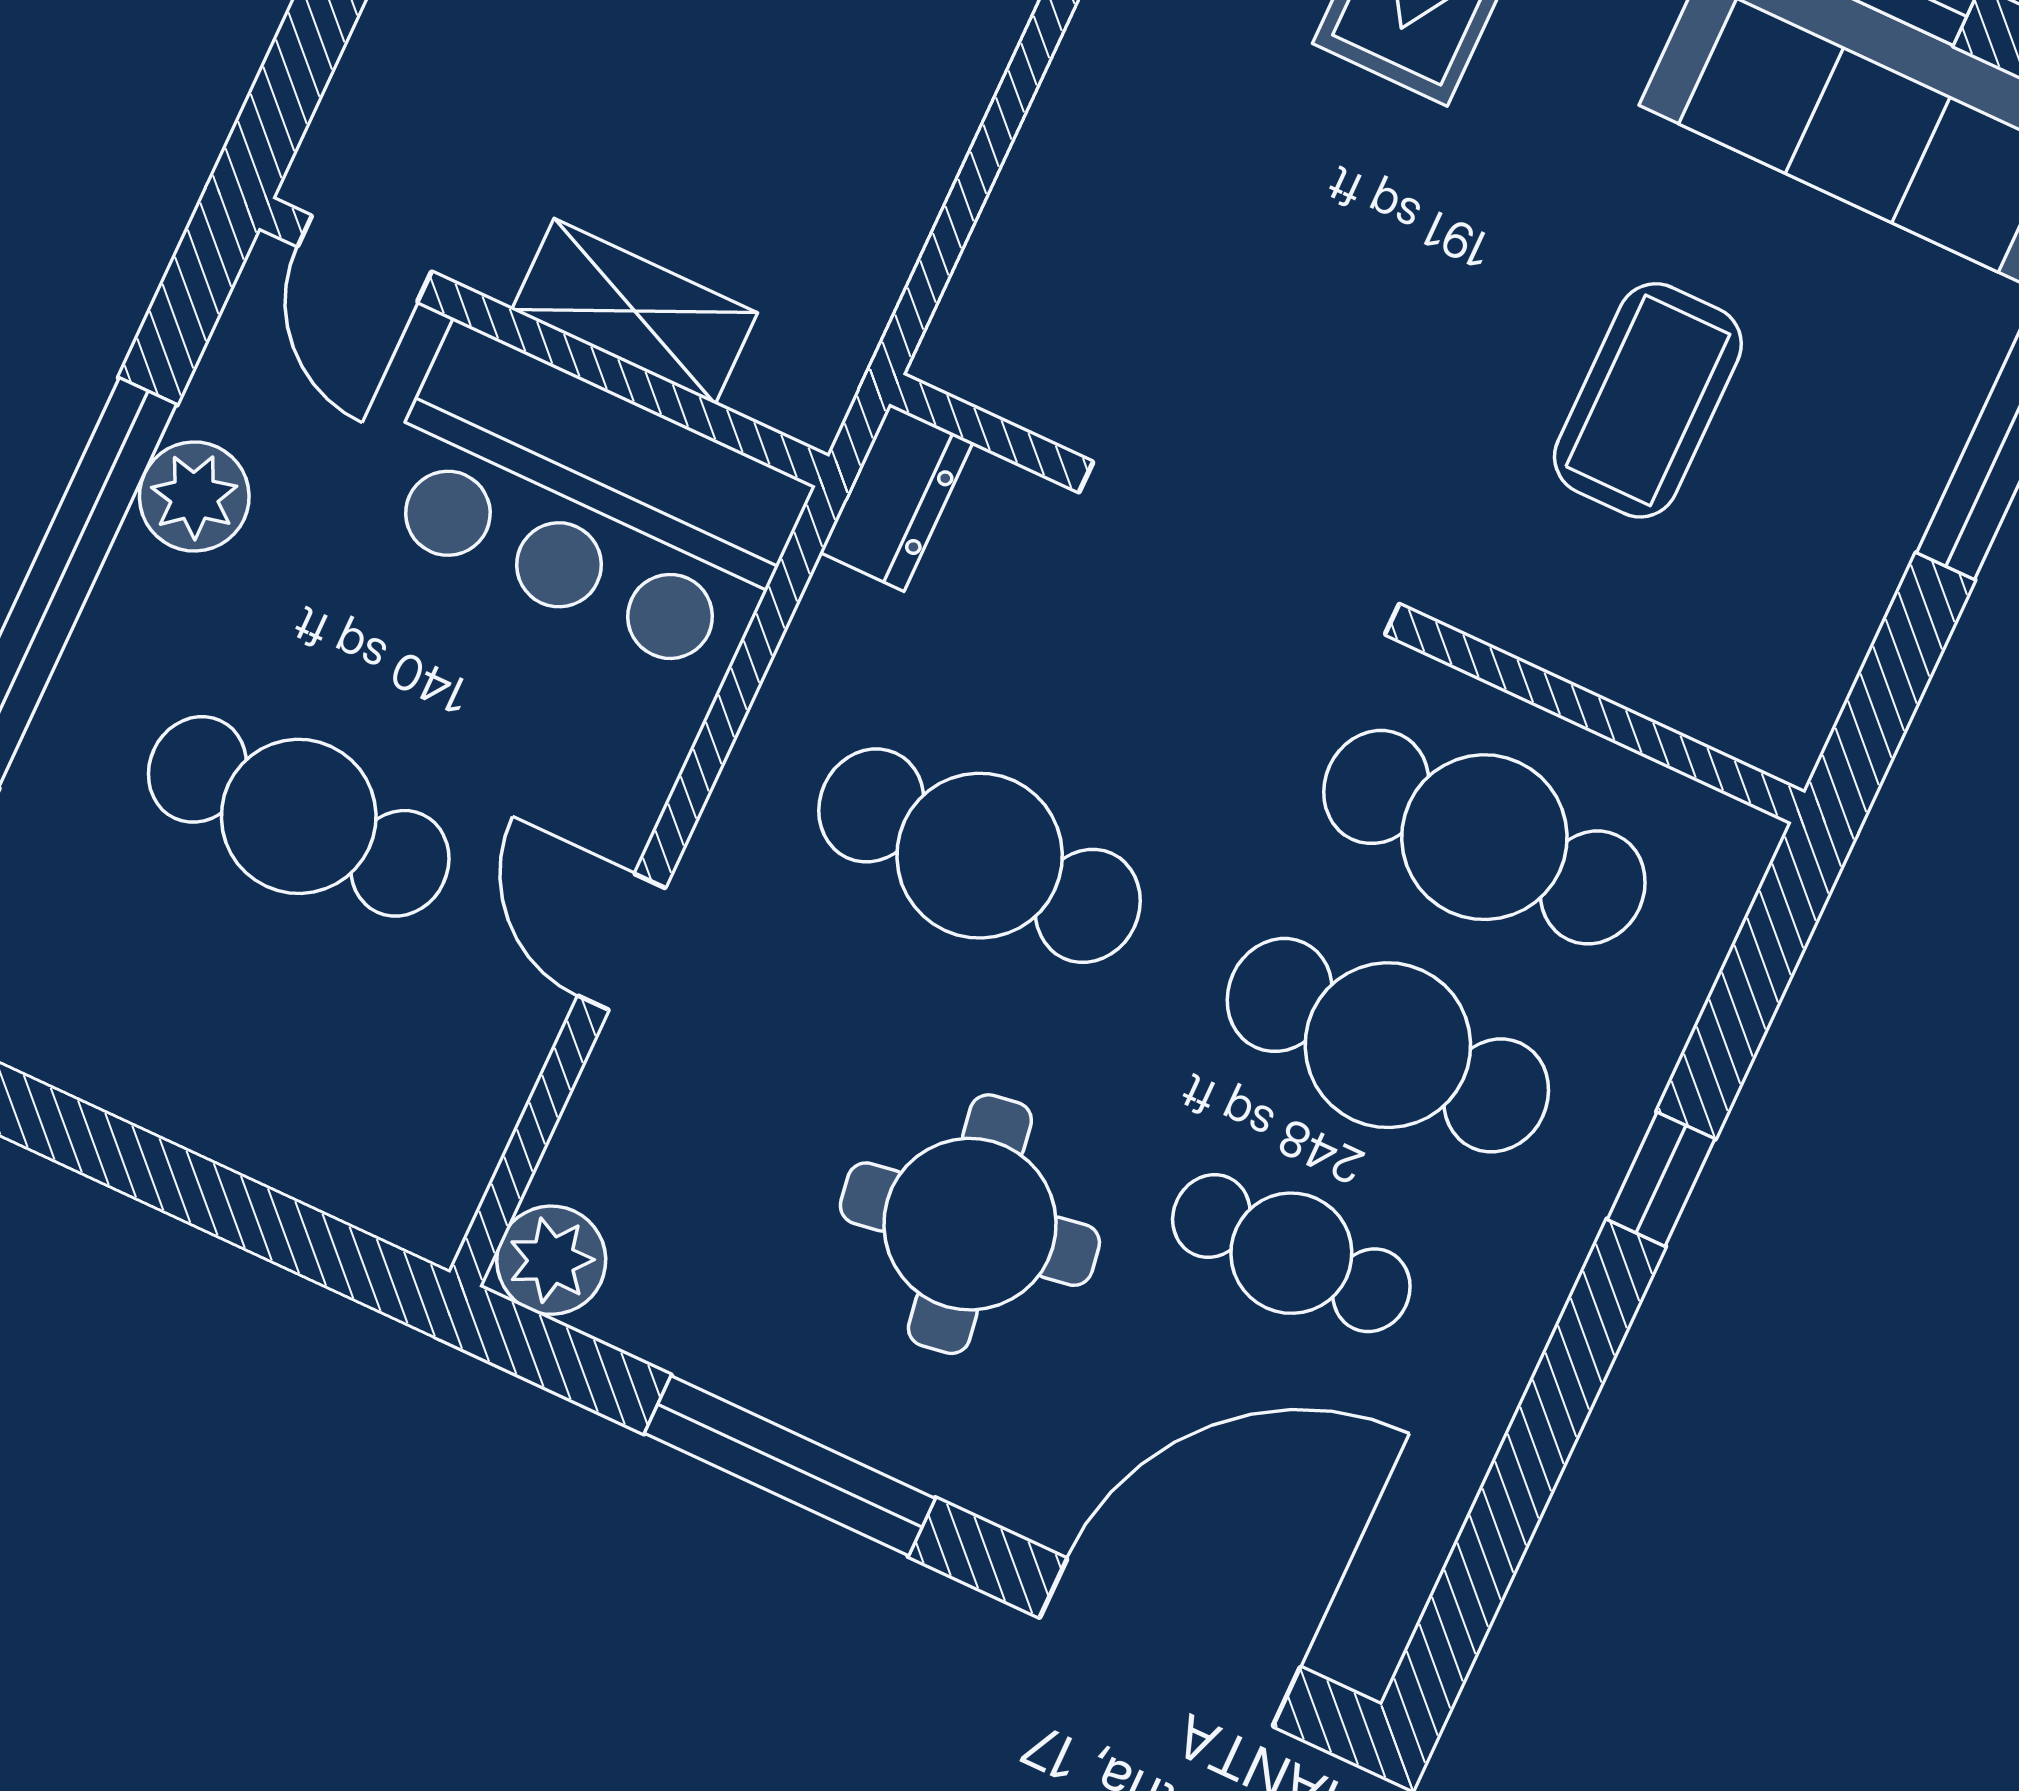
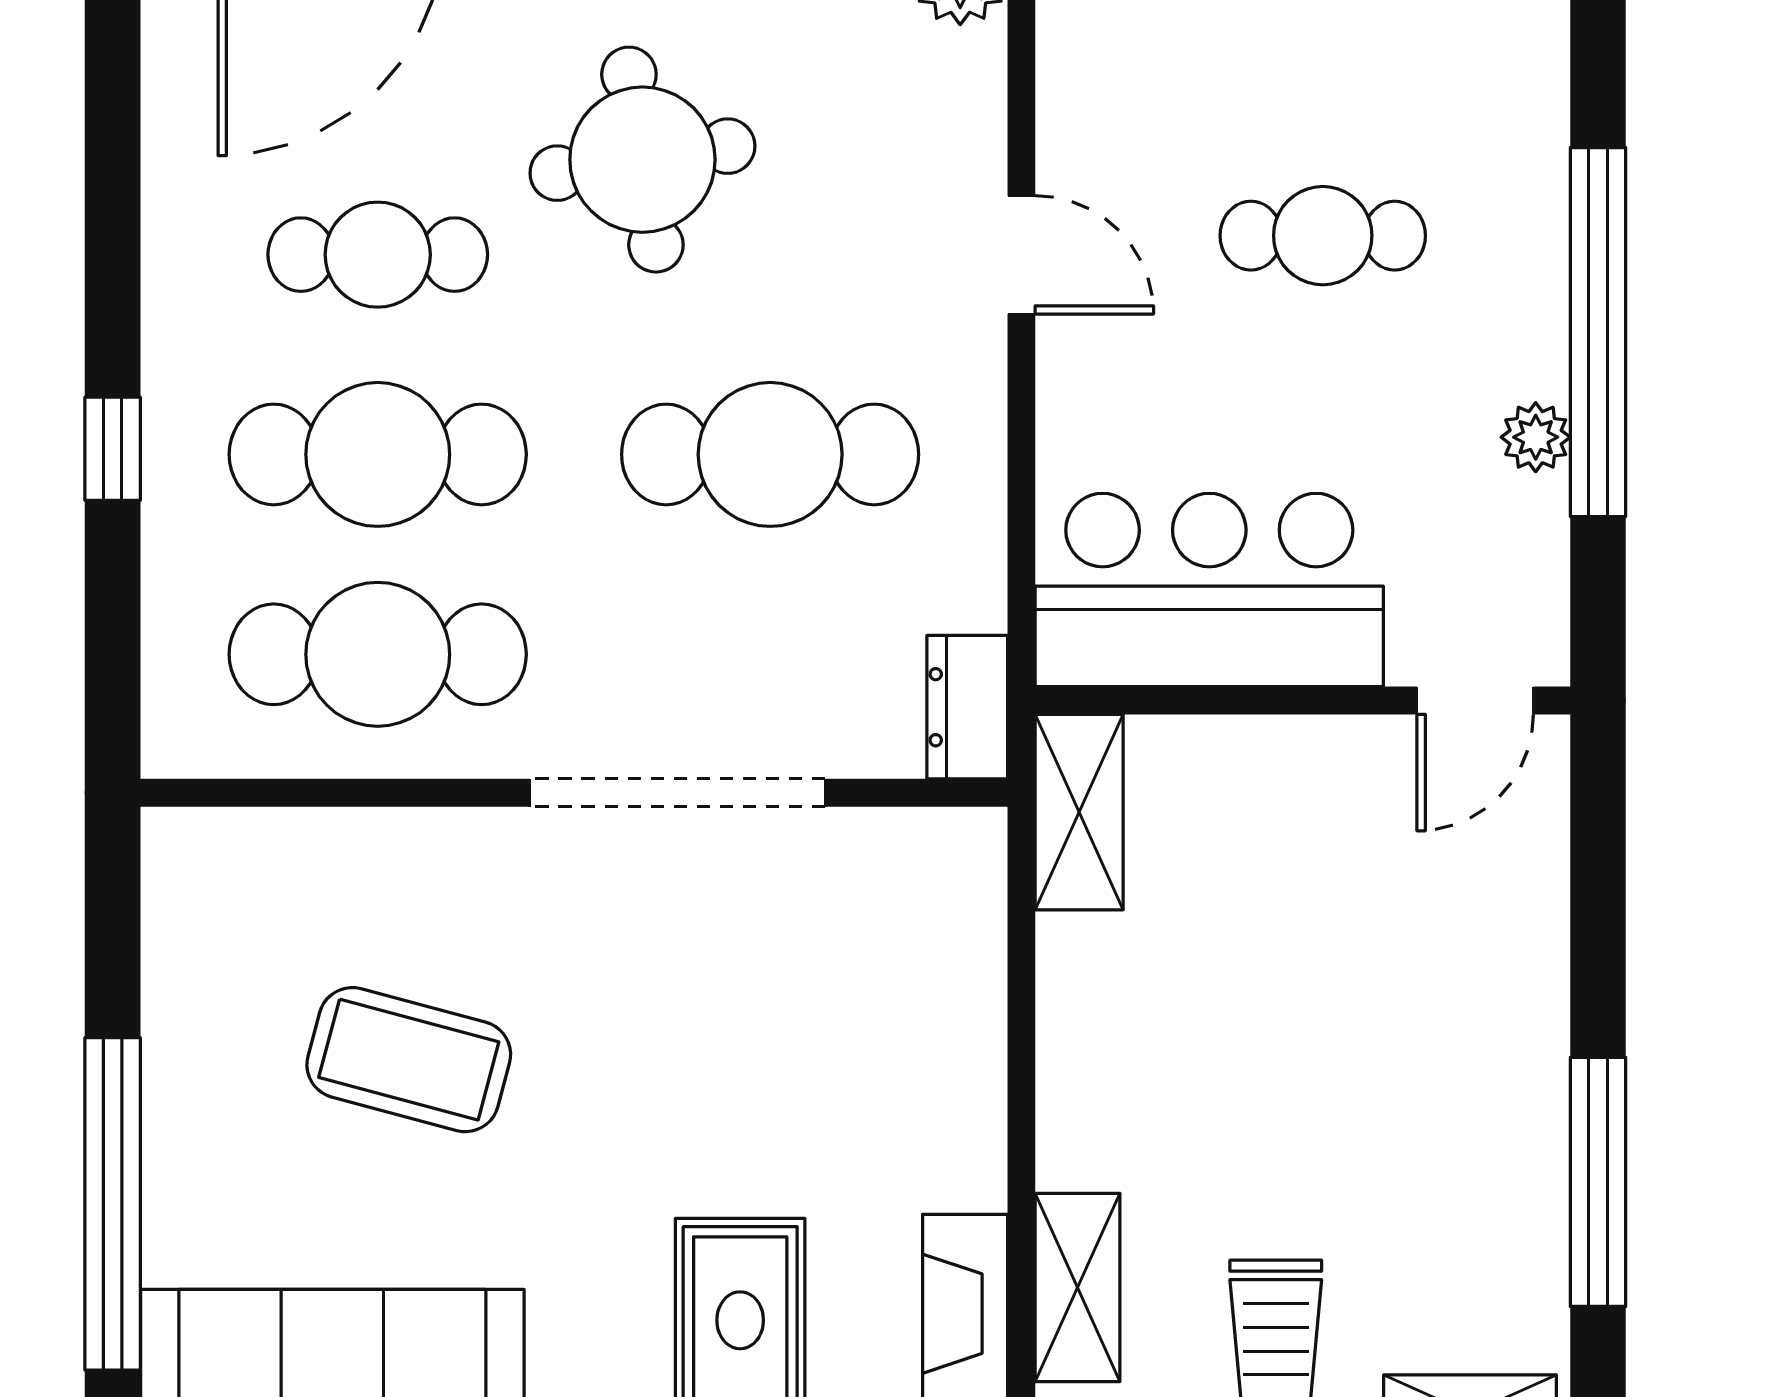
door: (365, 259) -> (1475, 701), swing flipped
shelving: (635, 311) -> (1079, 812), moved, turned 90
coffee table: (1648, 400) -> (409, 1060), turned -75
plant: (194, 497) -> (1536, 437), width x0.73, depth x0.73
cafe table: (299, 816) -> (1323, 236), width x0.73, depth x0.74

